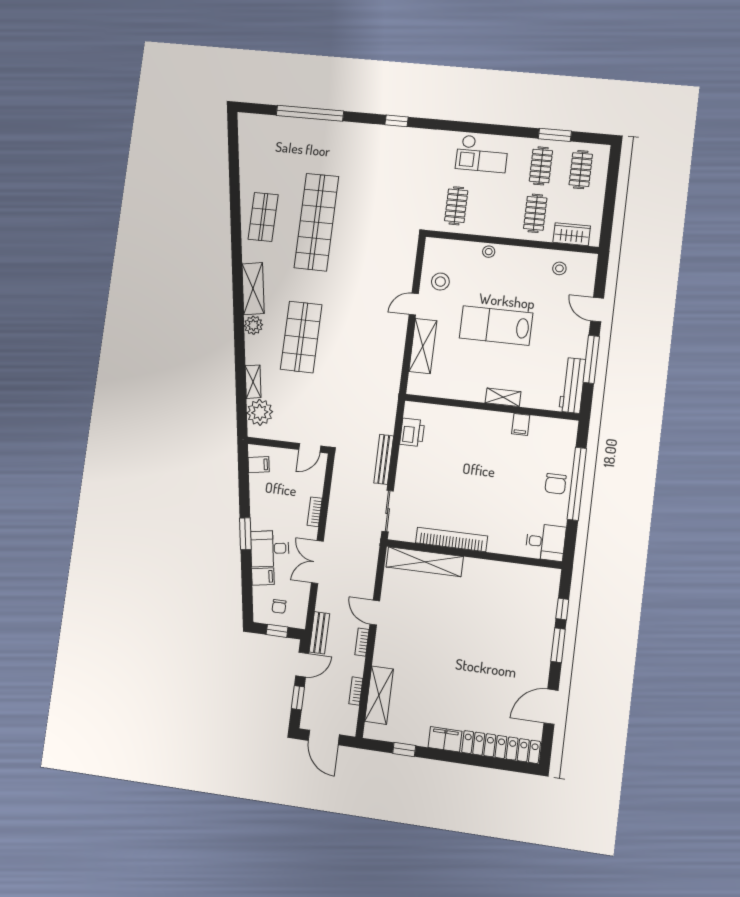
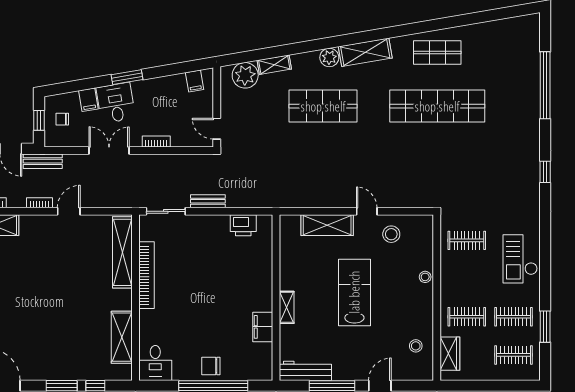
filing cabinet: (521, 425) -> (263, 327), width x2.00
bench: (384, 459) -> (208, 201), width x0.73
shelving: (514, 574) -> (122, 337), added

